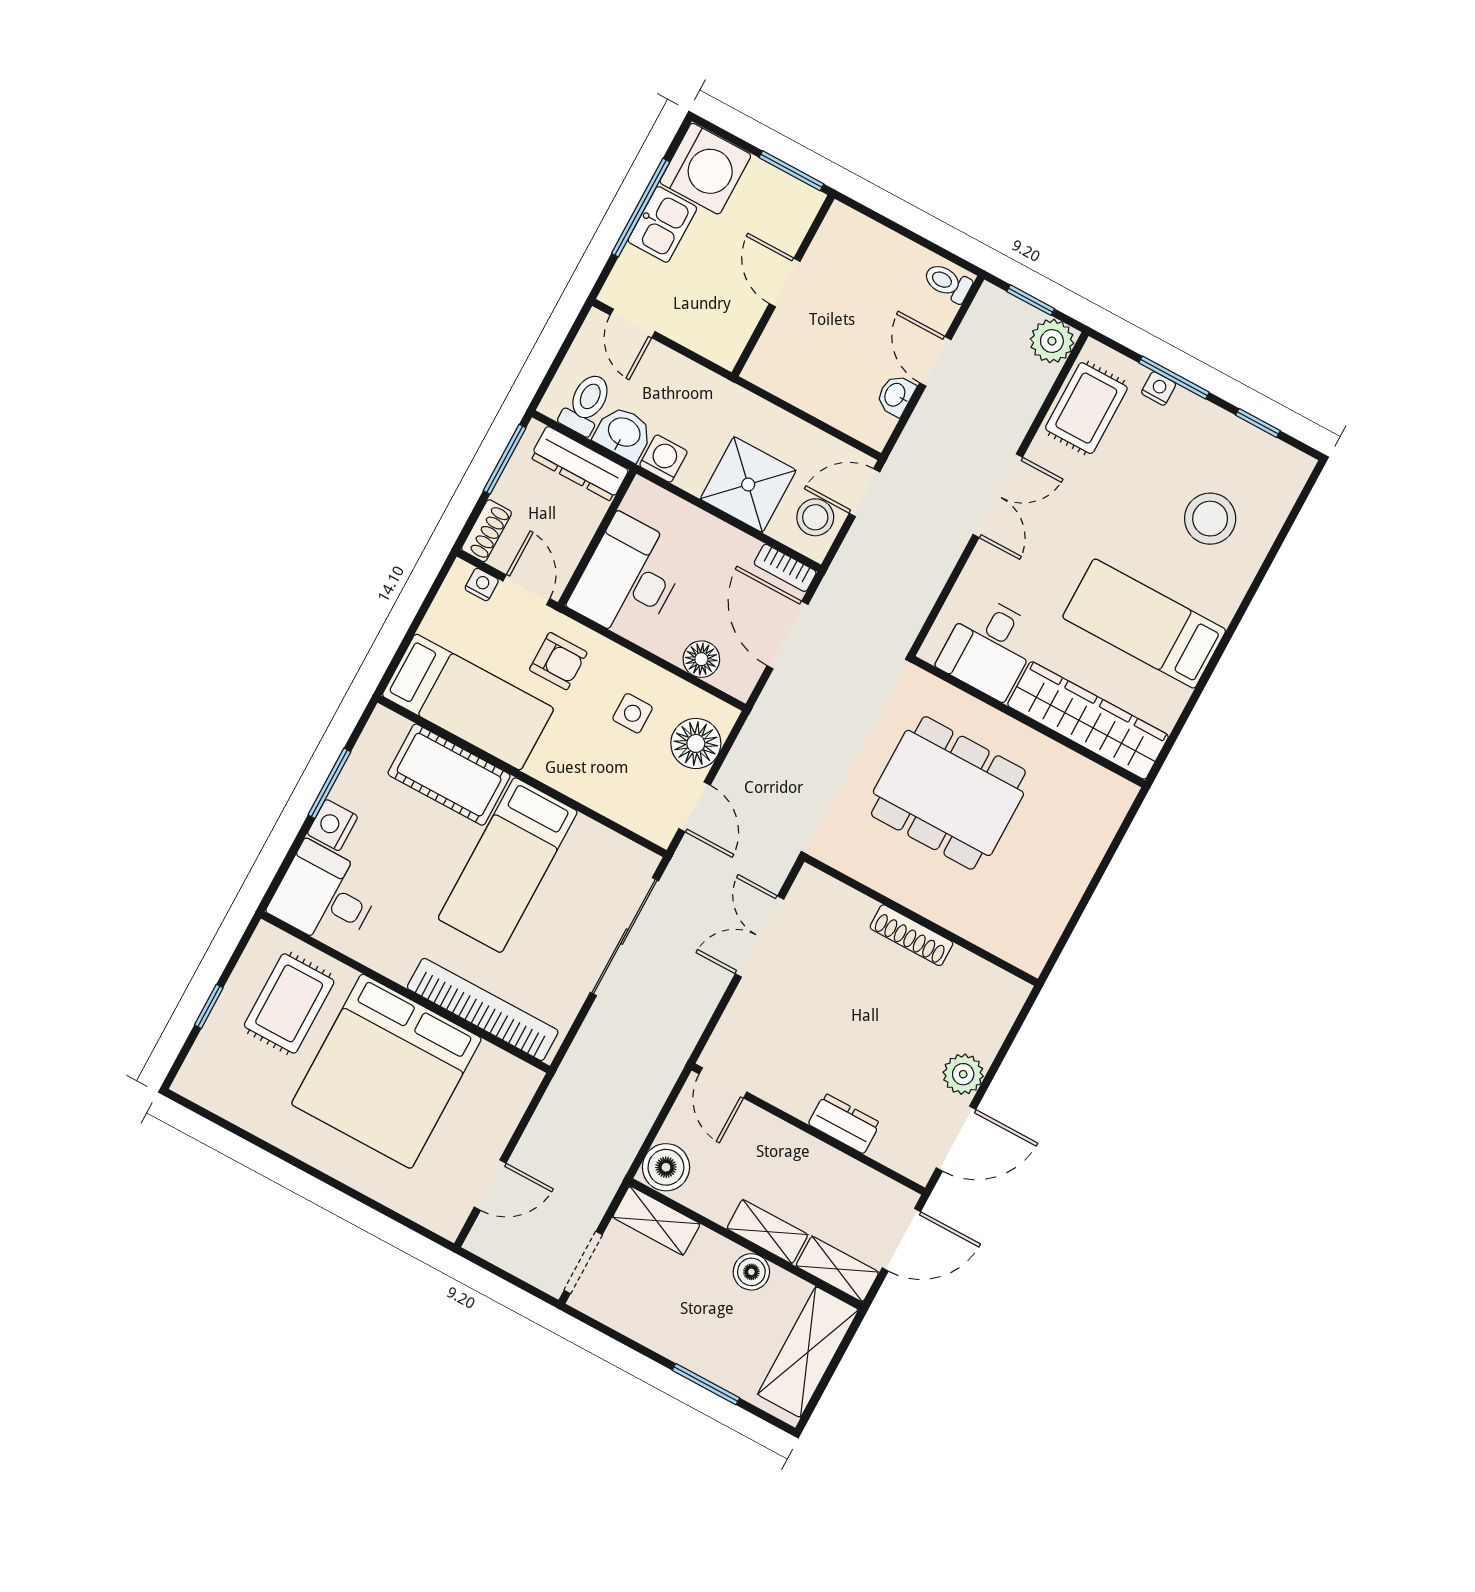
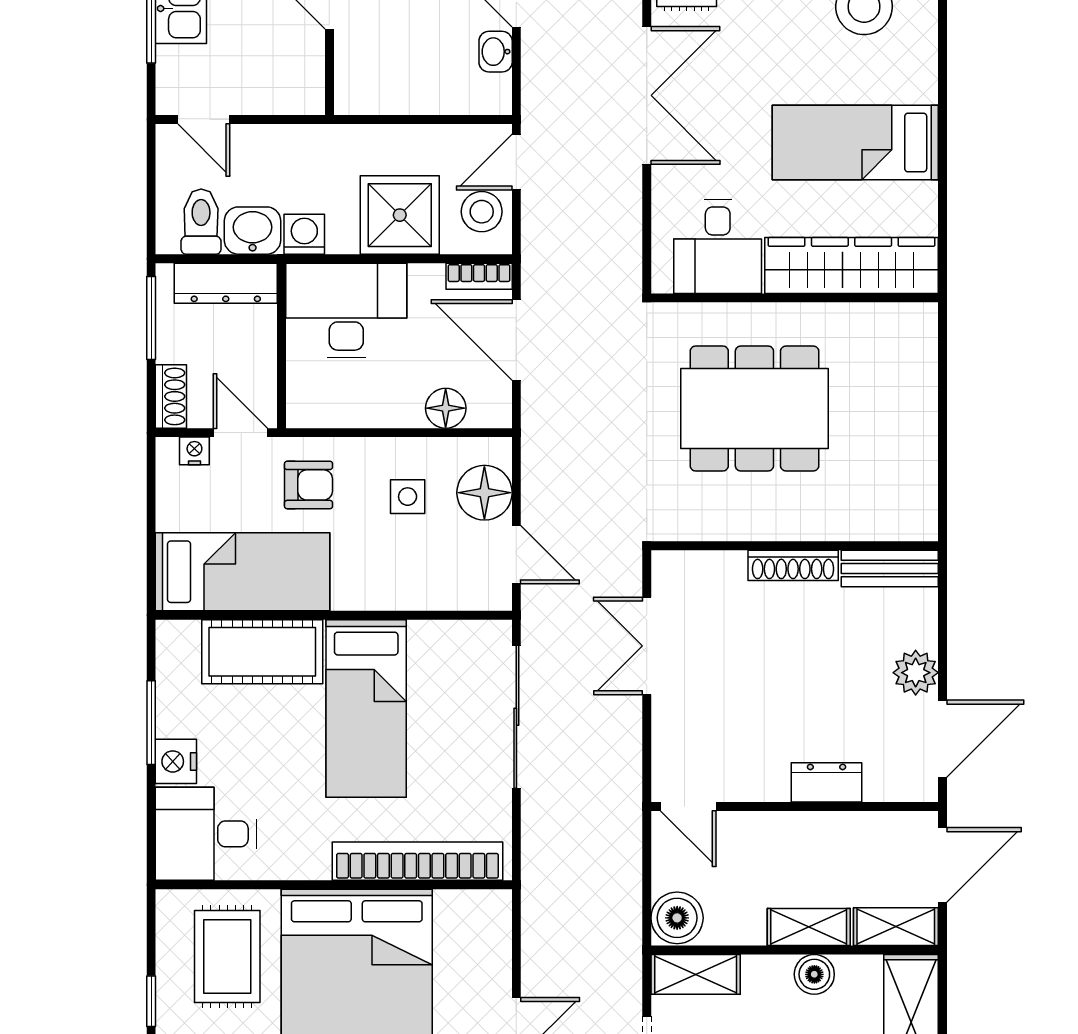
double door: (998, 496) -> (647, 95), width x1.37
desk: (629, 578) -> (346, 310), moved, turned 90
bench: (988, 980) -> (890, 568), added

